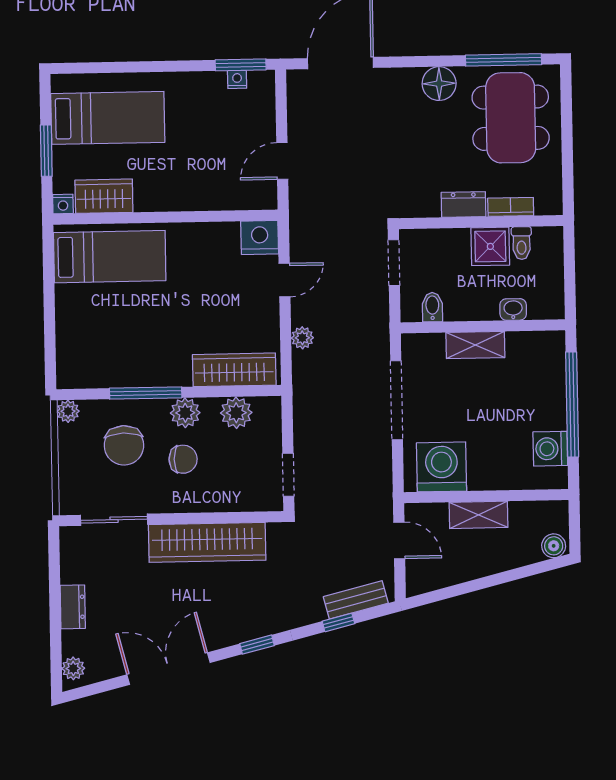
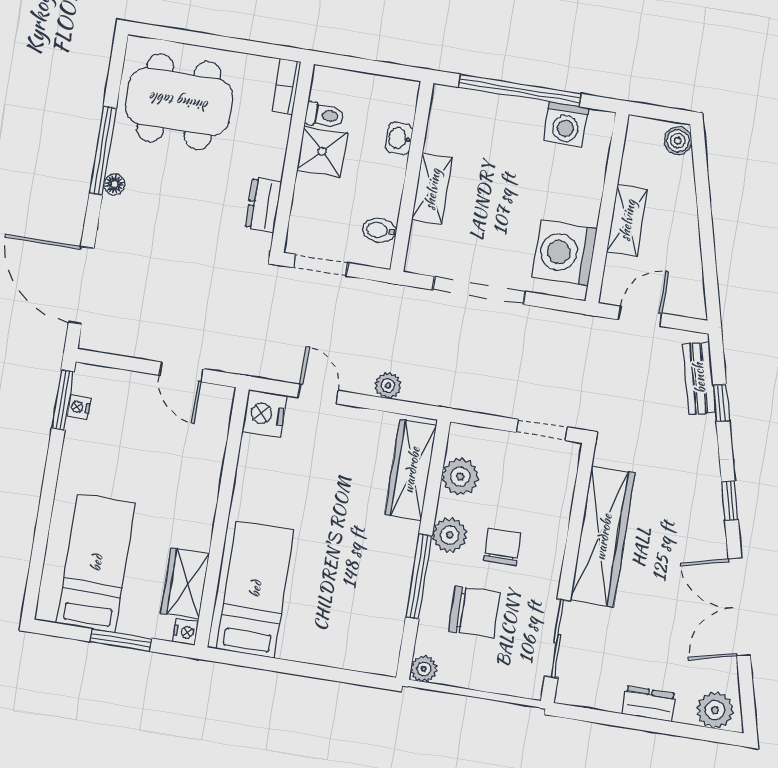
window: (503, 60) -> (103, 151), moved
floor lamp: (439, 84) -> (114, 184), width x0.53, depth x0.53
dresser: (463, 204) -> (263, 205), moved
bookcase: (511, 207) -> (286, 86), moved
plant: (73, 668) -> (715, 710), width x1.38, depth x1.38

